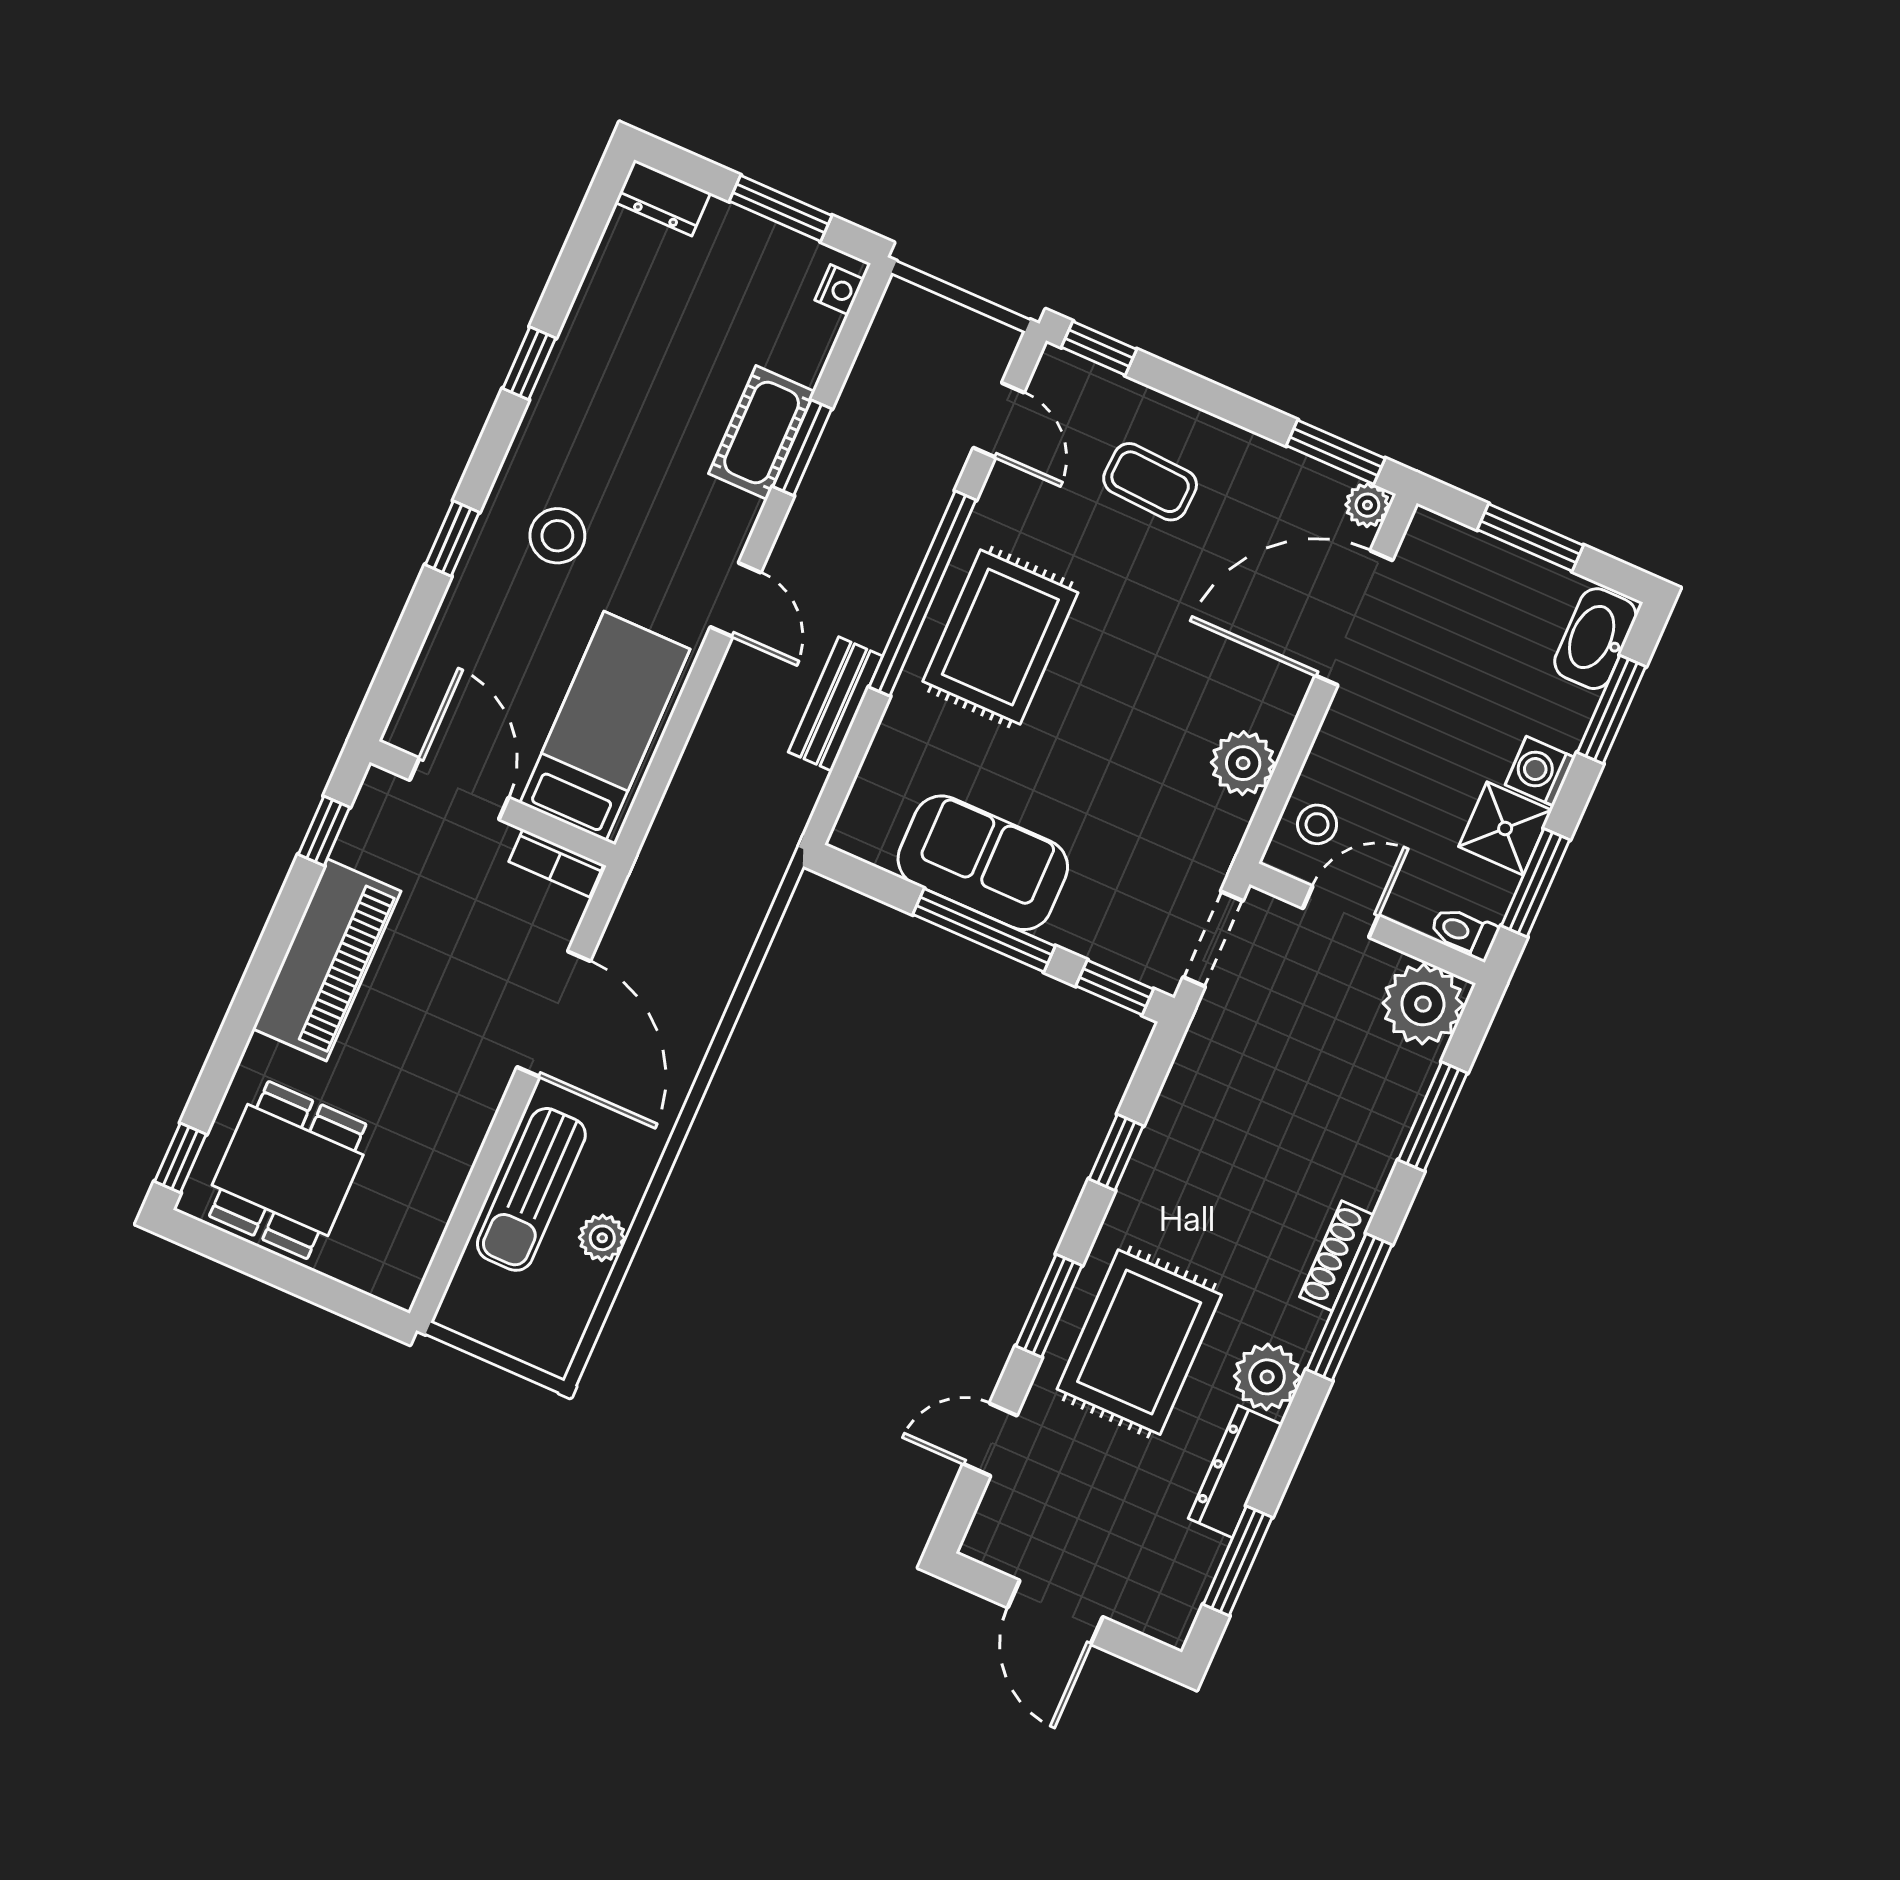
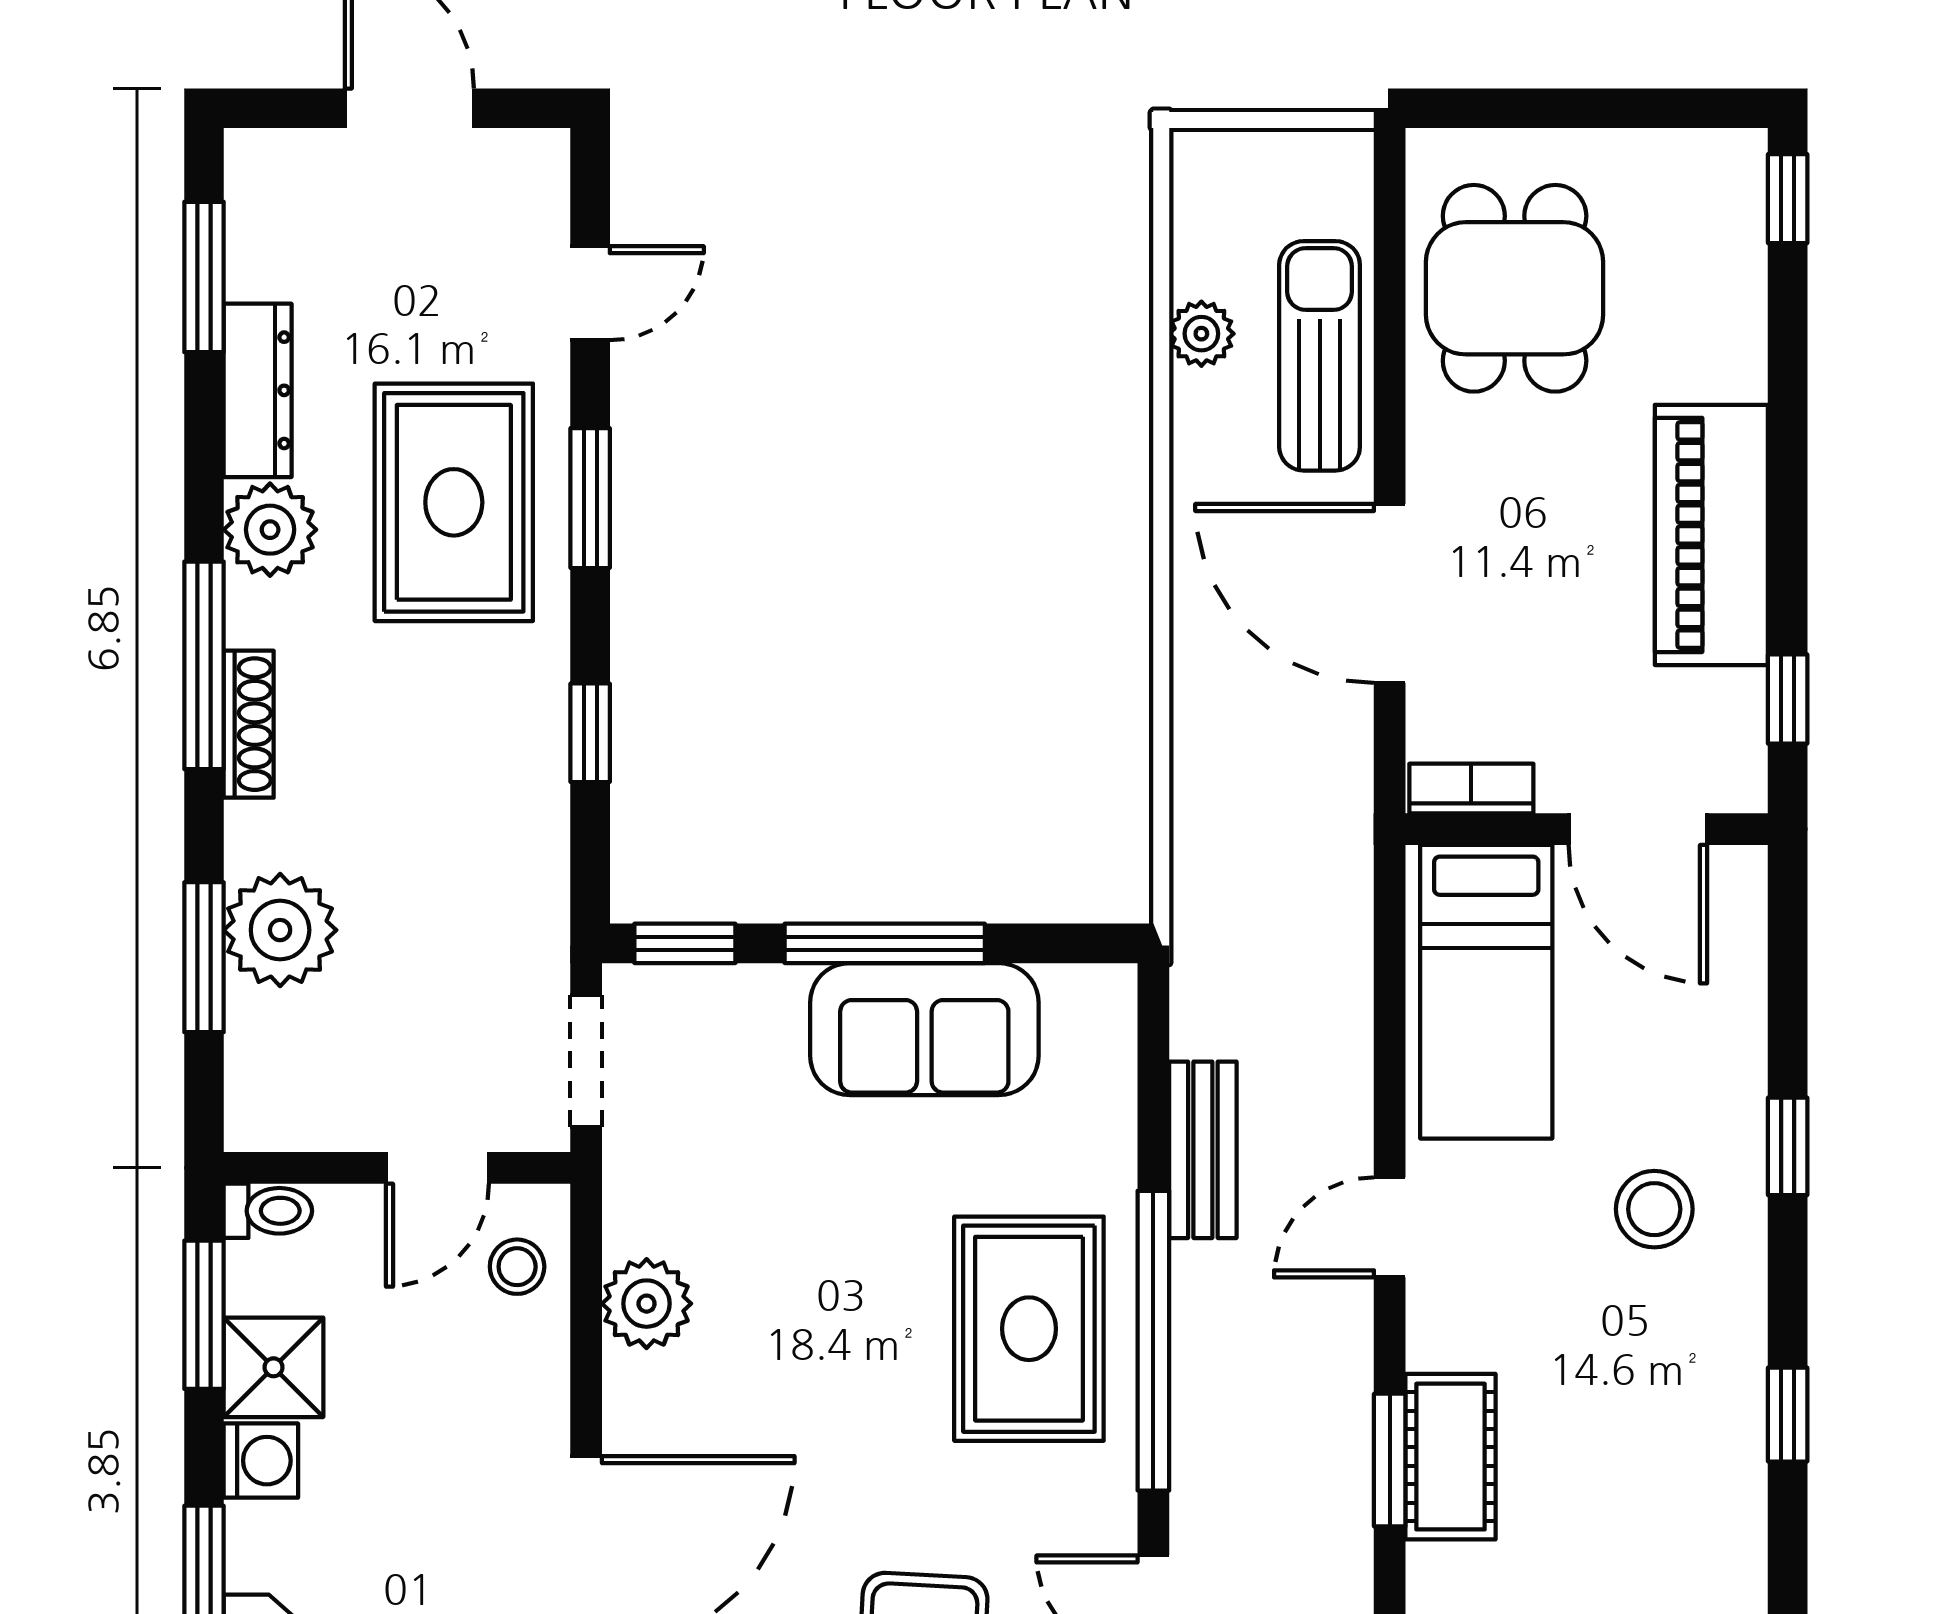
door: (736, 600) -> (1390, 1227), hinge flipped
plant: (1423, 1004) -> (280, 930), moved
dining table: (288, 1170) -> (1515, 288), moved

